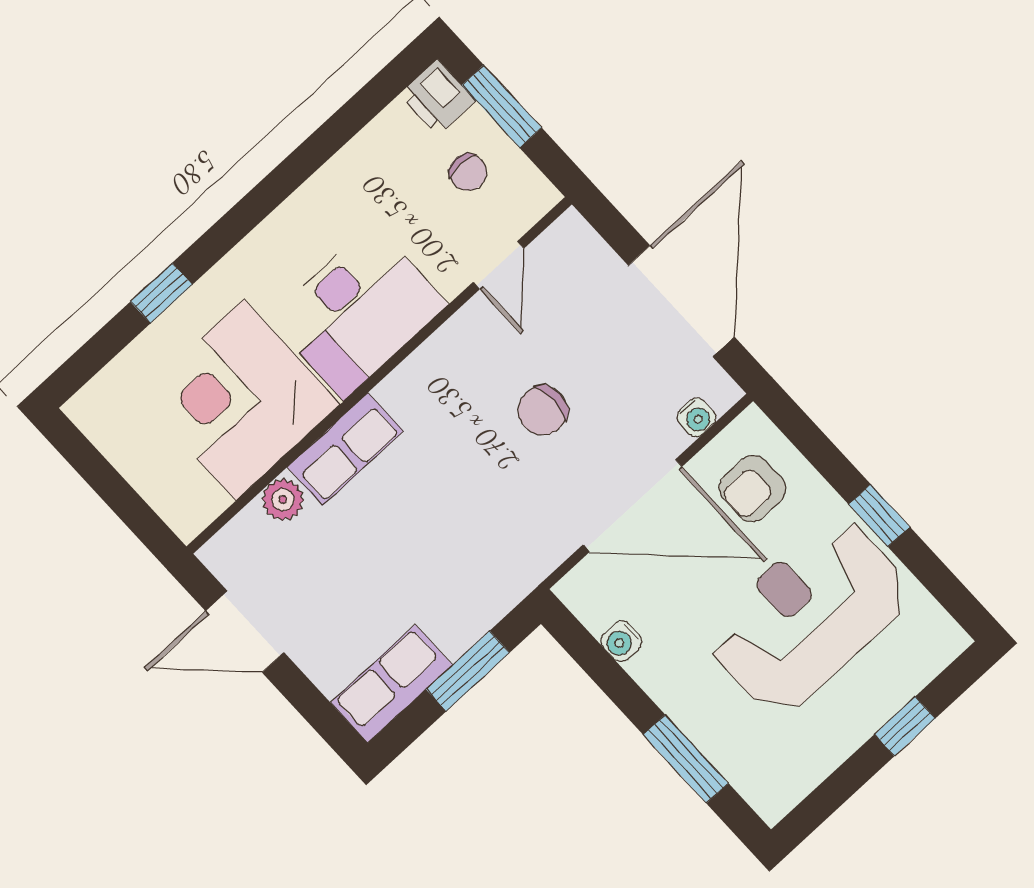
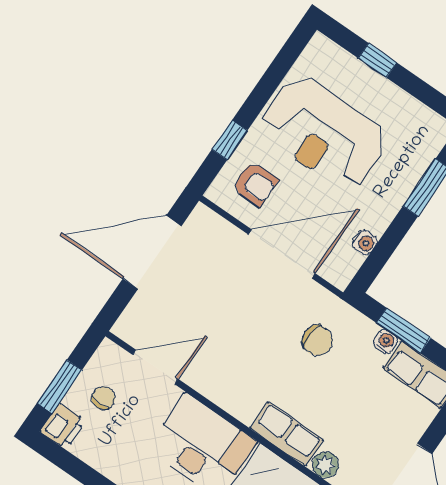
door: (498, 265) -> (155, 367), width x1.38
chair: (543, 411) -> (317, 341), moved
water cooler: (696, 417) -> (386, 342), moved
door: (633, 506) -> (282, 254), hinge flipped
window: (879, 516) -> (230, 140), moved

